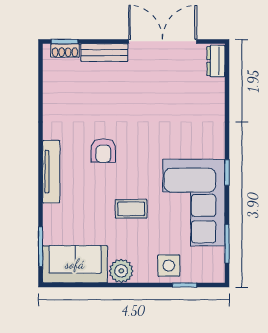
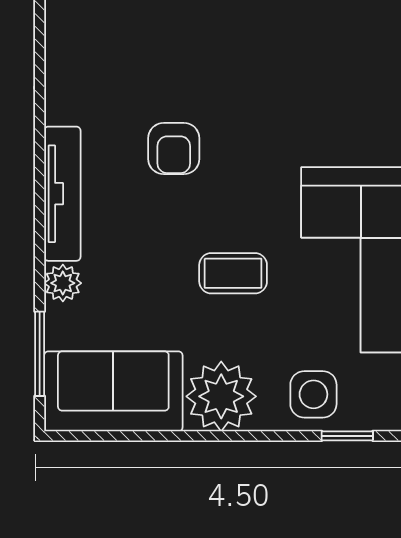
plant: (51, 213) -> (63, 283), added
plant: (121, 271) -> (221, 396), width x1.36, depth x1.36

